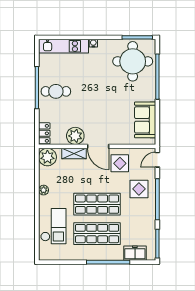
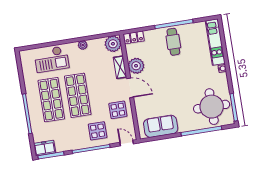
door: (98, 146) -> (130, 88), swing flipped
freezer: (135, 253) -> (45, 148), moved, turned -90

